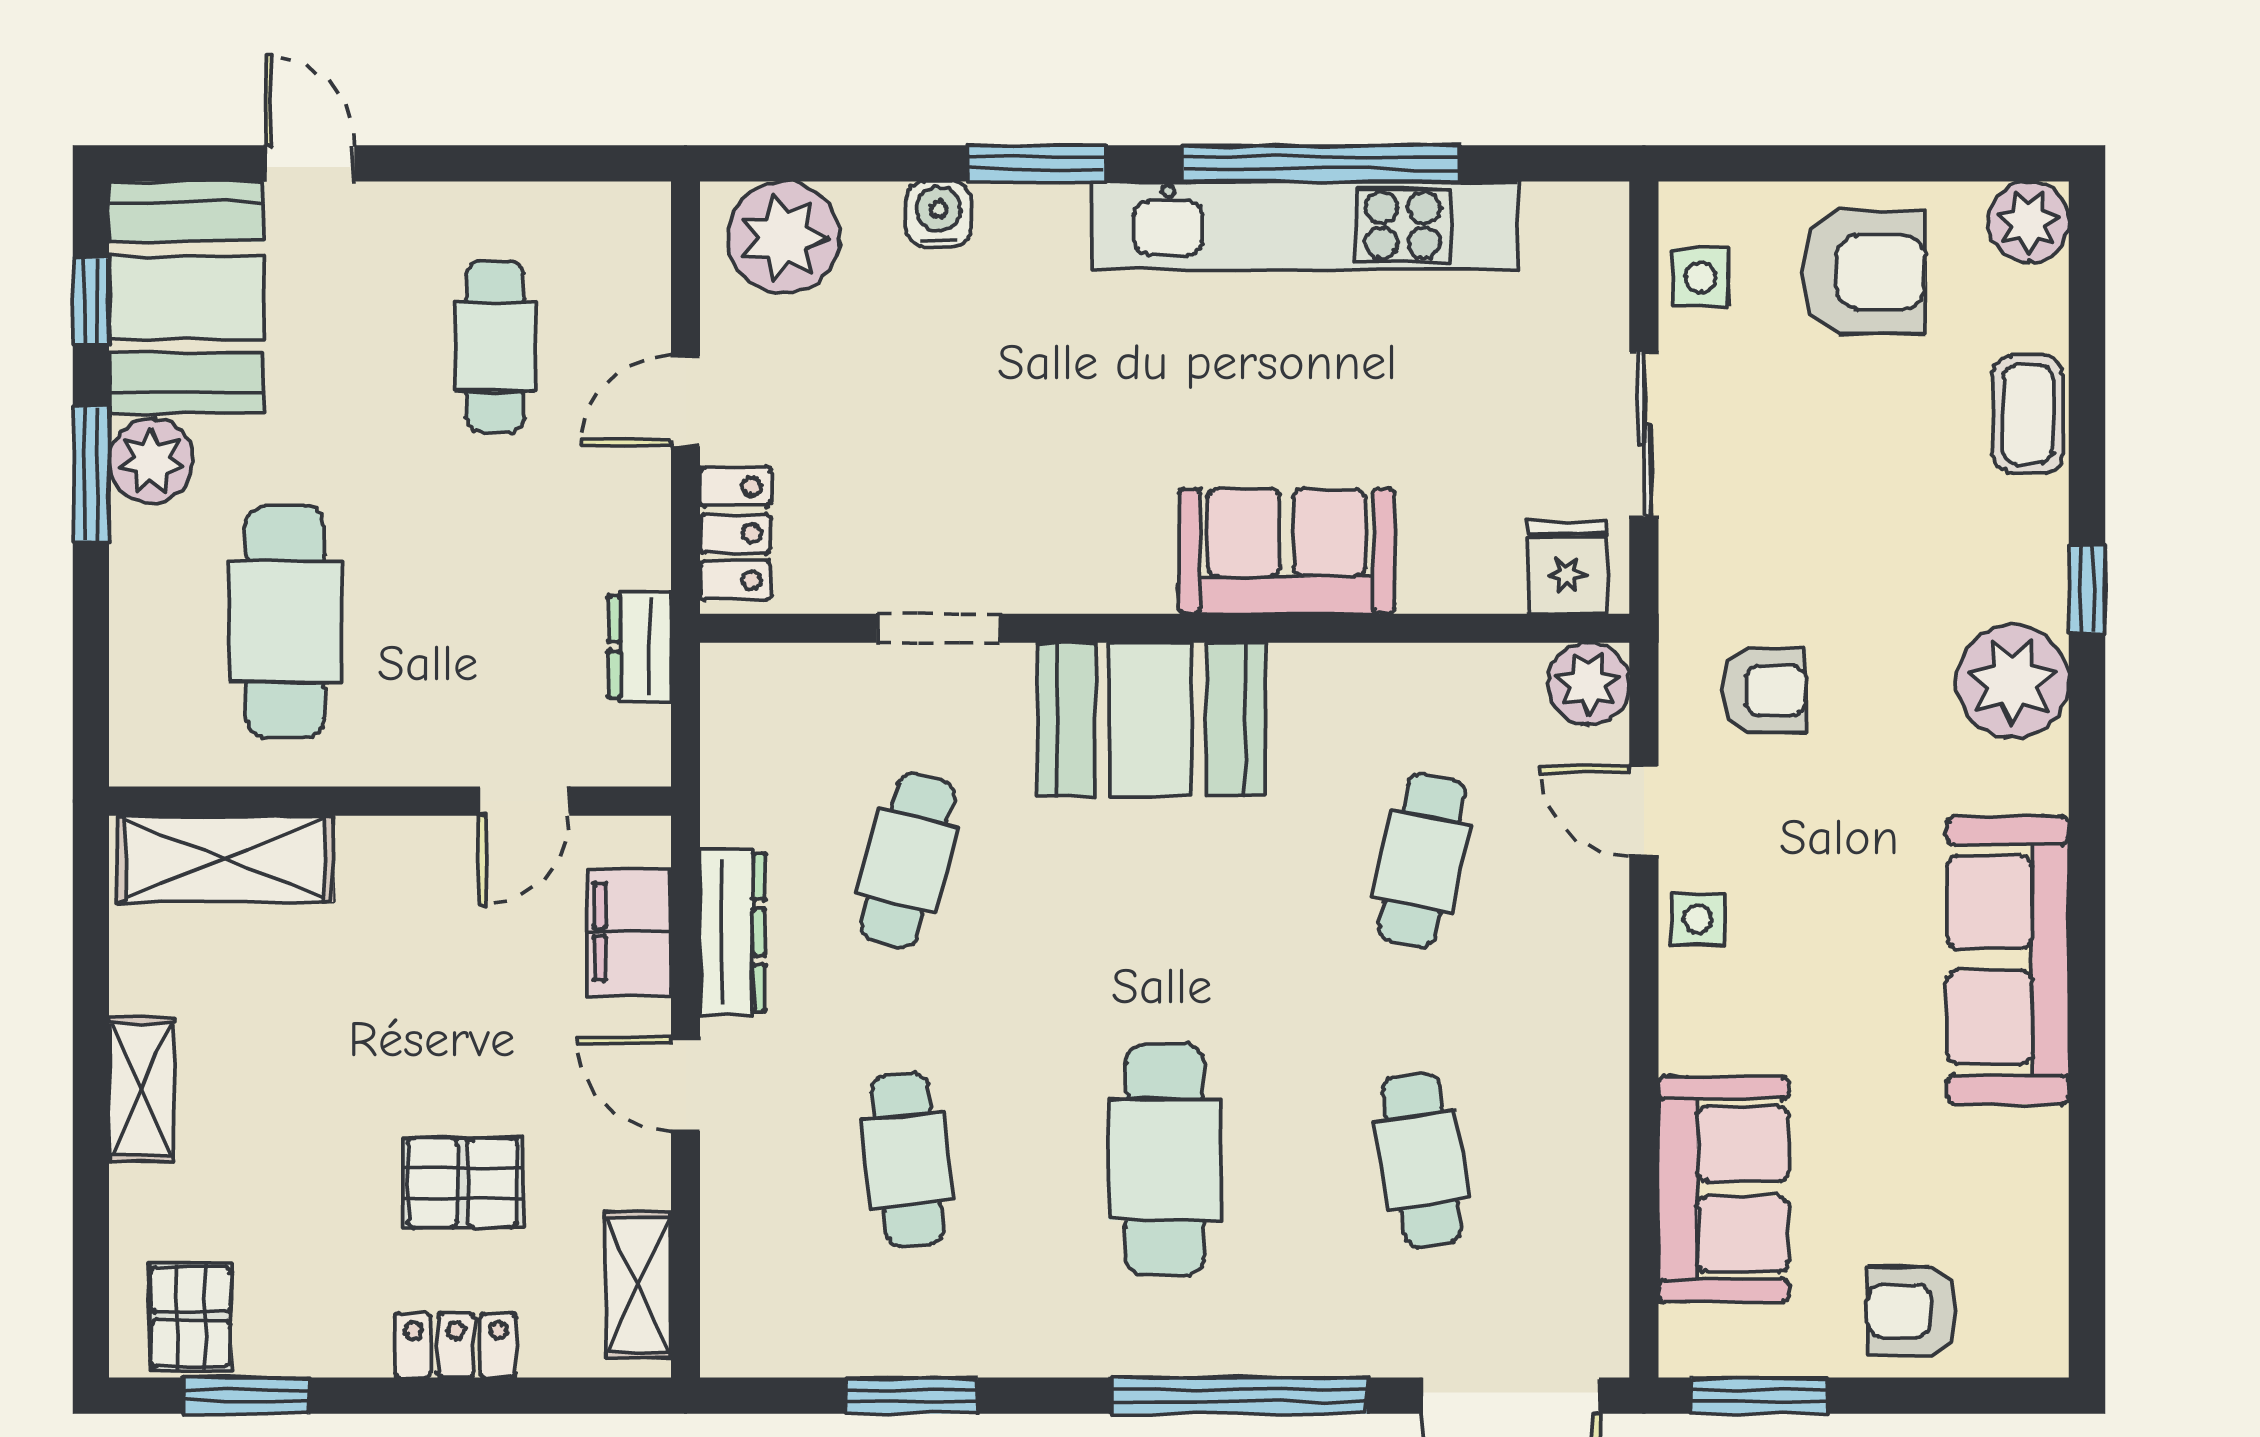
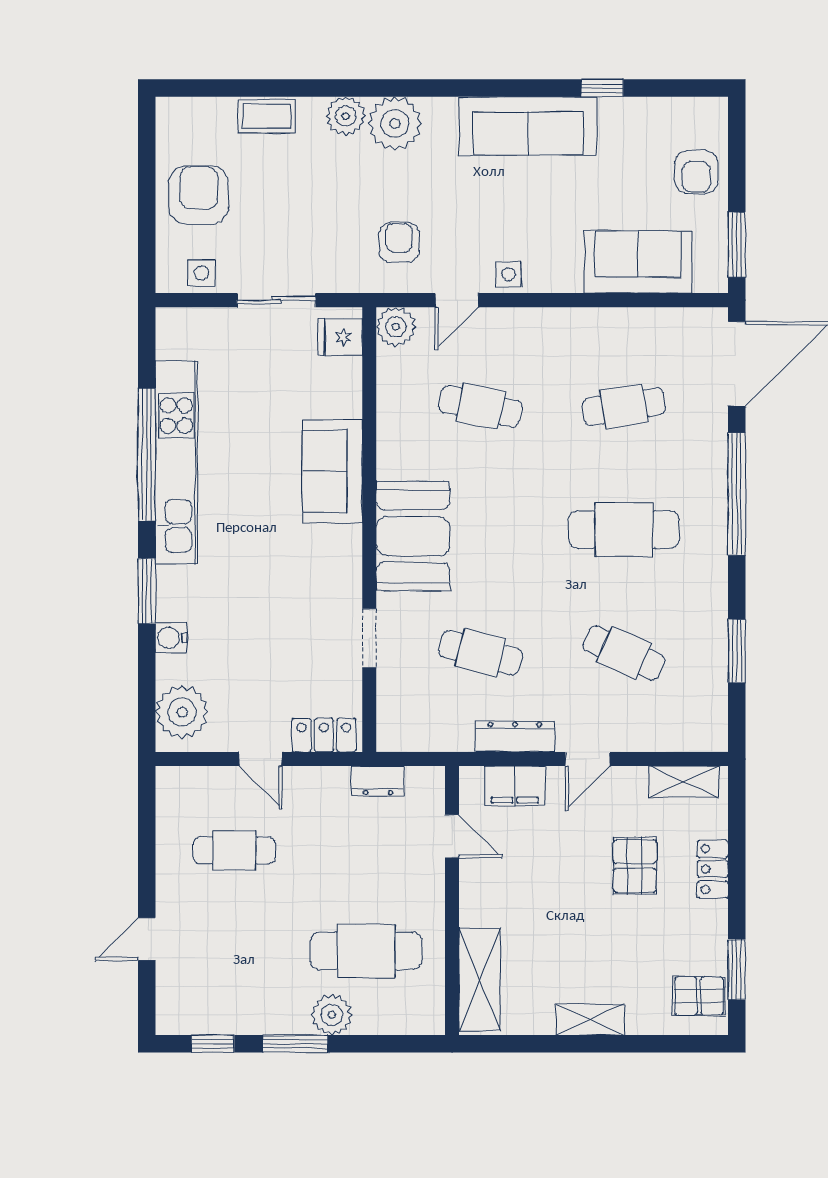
plant: (2028, 222) -> (346, 116), moved
booth: (187, 297) -> (211, 998), removed
plant: (151, 461) -> (332, 1015), moved
window: (2087, 589) -> (602, 88), moved
cafe table: (907, 1160) -> (624, 653), turned 30

